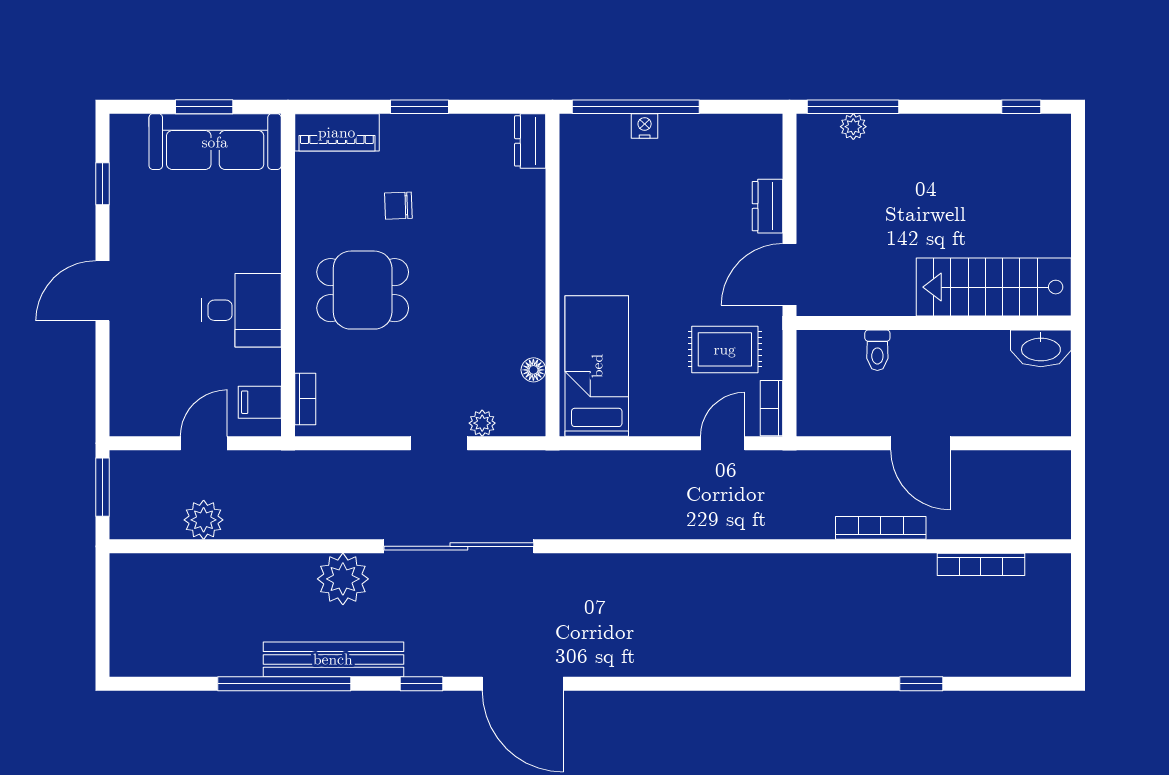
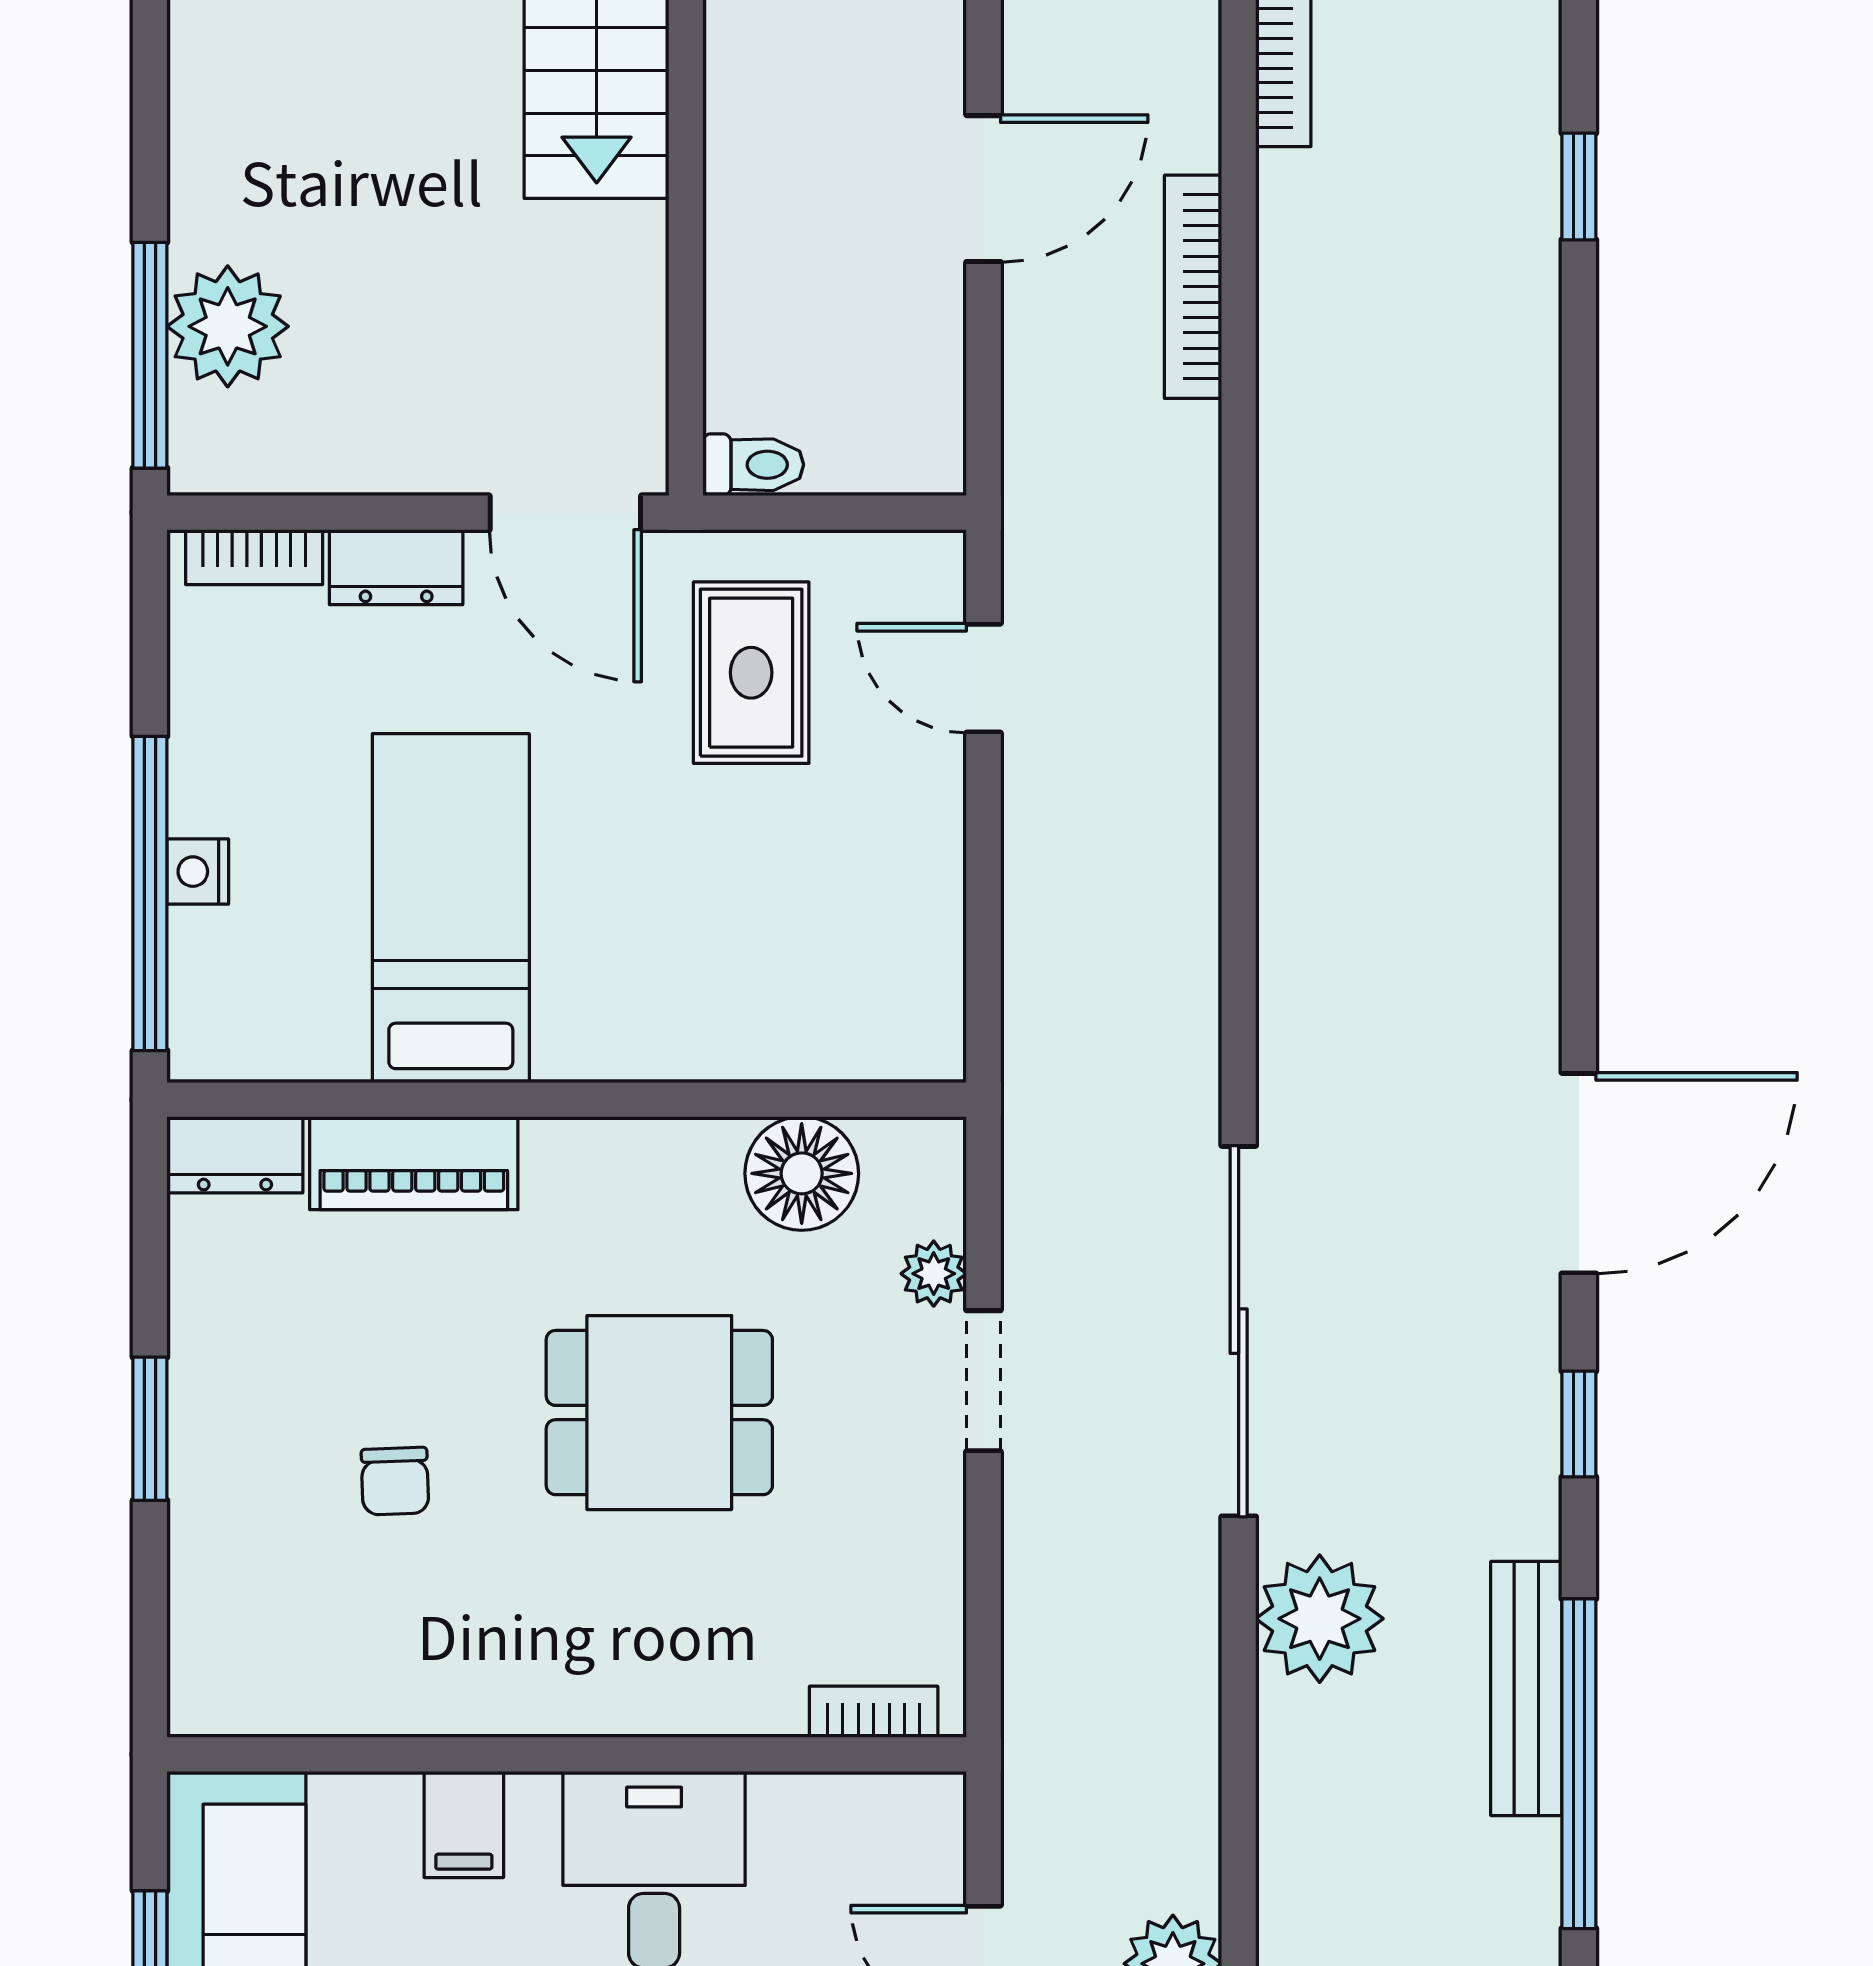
plant: (853, 127) -> (228, 326), width x1.88, depth x1.88
piano: (337, 132) -> (414, 1163), moved, turned 90
dining table: (363, 290) -> (659, 1413), moved, turned 90
toilet: (877, 350) -> (753, 465), moved
bed: (597, 366) -> (451, 908), moved, turned 90
floor lamp: (533, 370) -> (802, 1173), width x1.89, depth x1.89
filing cabinet: (260, 402) -> (464, 1825), moved
bookcase: (772, 408) -> (254, 557), moved
bench: (333, 659) -> (1526, 1688), width x0.73, depth x0.82

